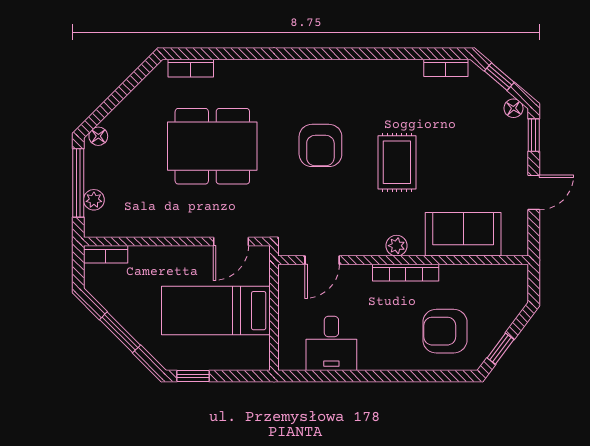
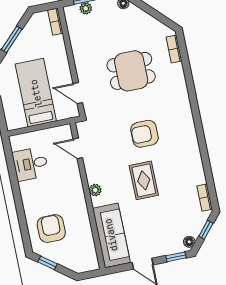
dining table: (212, 146) -> (131, 71), width x0.73
rug: (397, 162) -> (144, 180), turned 90
sofa: (463, 234) -> (111, 235), width x1.36
bookcase: (406, 273) -> (81, 199), removed

